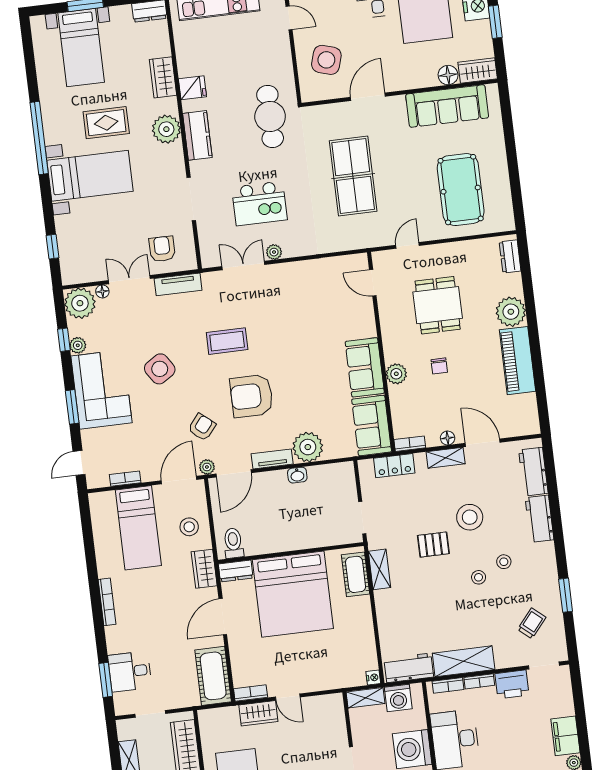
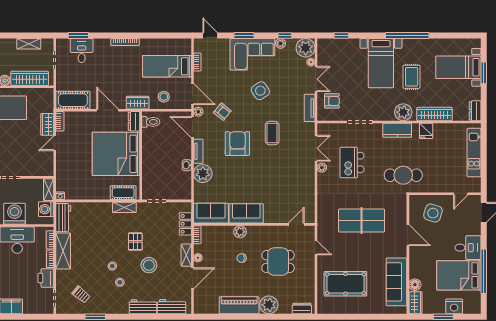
wardrobe: (163, 77) -> (434, 114), width x1.50

